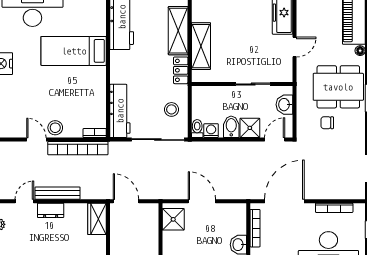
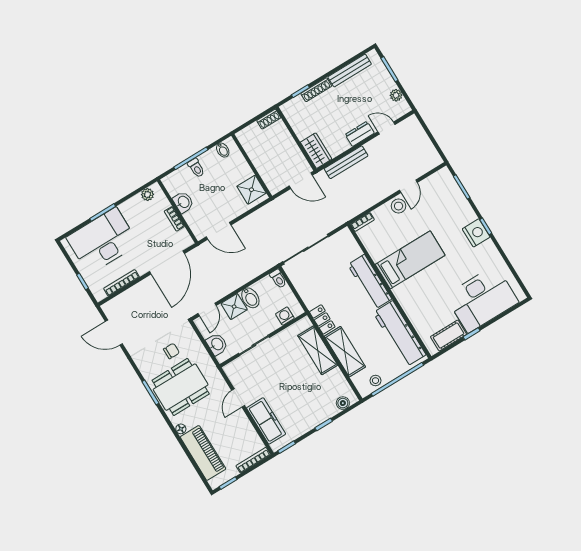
bed: (74, 51) -> (410, 260), moved
stool: (171, 109) -> (310, 282), removed
workbench: (120, 111) -> (370, 282), moved
washing machine: (211, 131) -> (285, 316), moved, turned 180
door: (36, 140) -> (408, 186), hinge flipped
bookcase: (78, 148) -> (369, 200), removed
bench: (58, 193) -> (346, 162), moved
door: (24, 201) -> (386, 128), swing flipped
door: (202, 201) -> (219, 231), moved
bookcase: (255, 228) -> (174, 219), width x0.64

